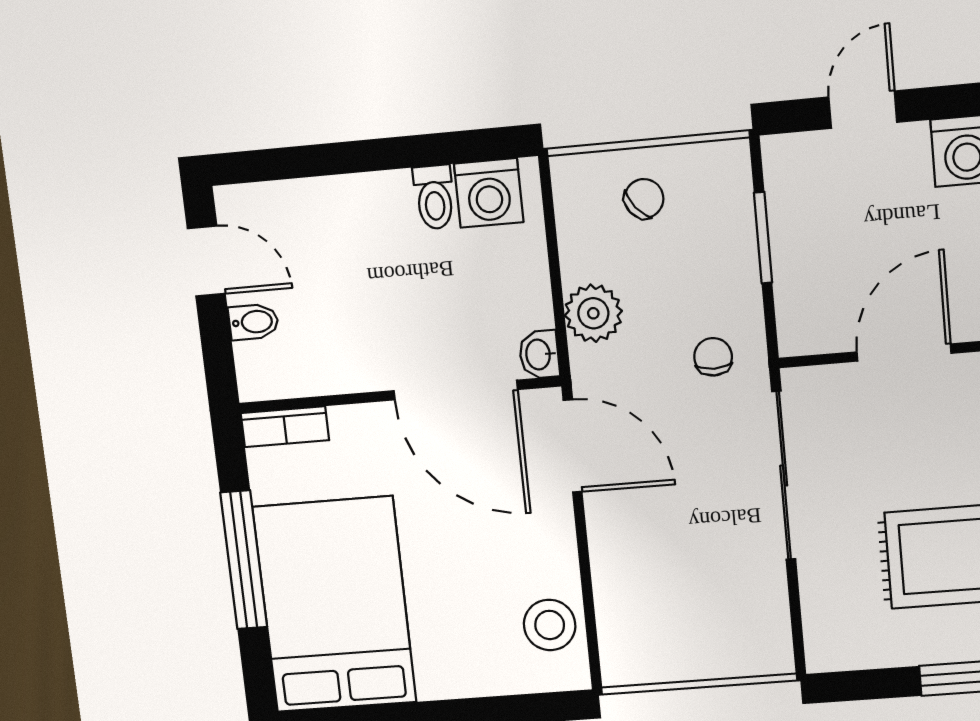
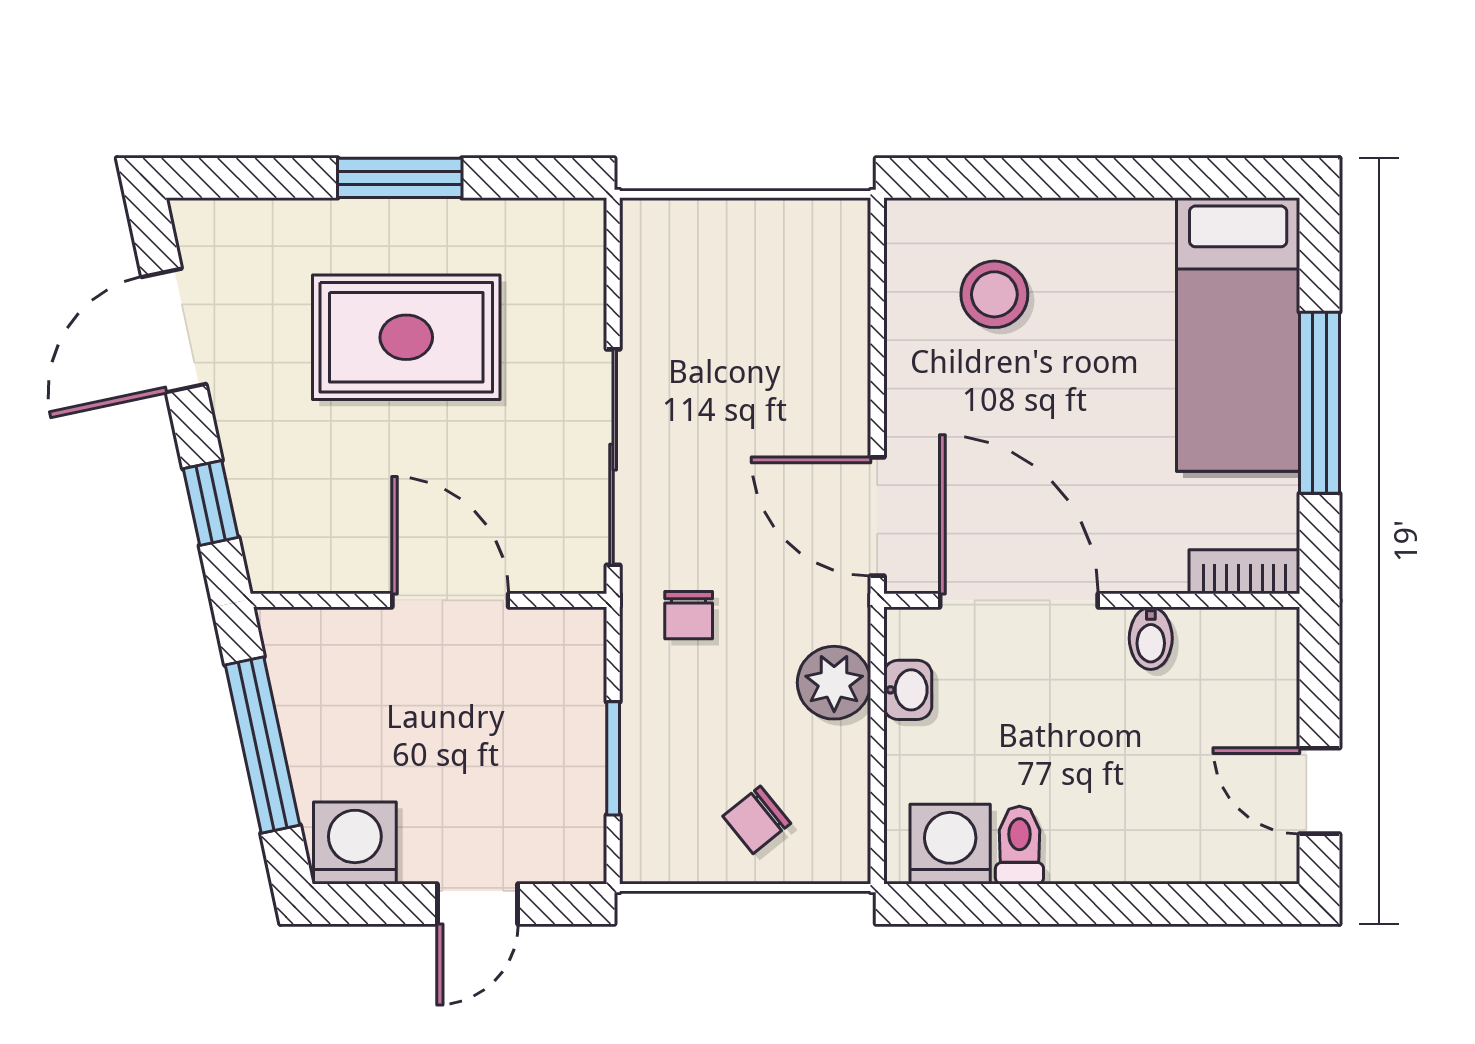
bidet: (253, 322) -> (1151, 638), moved, turned -90
door: (904, 353) -> (450, 600), swing flipped
washbasin: (539, 354) -> (908, 690), moved
bed: (335, 605) -> (1238, 334), width x0.67
stool: (550, 625) -> (994, 294), moved

